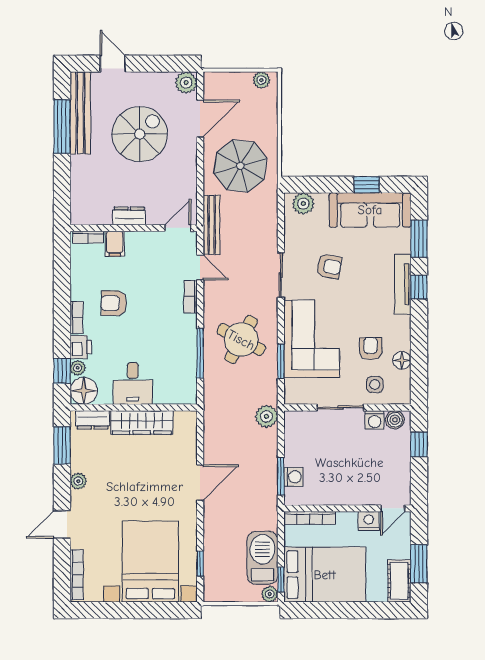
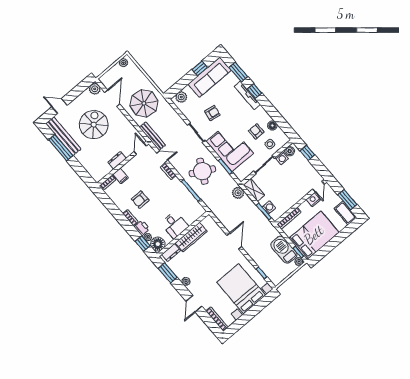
shelving: (293, 432) -> (254, 190), added

